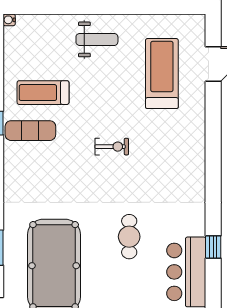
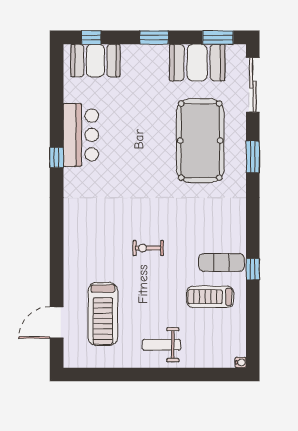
treadmill: (43, 93) -> (210, 297), turned 180
cafe table: (129, 237) -> (132, 167), removed

